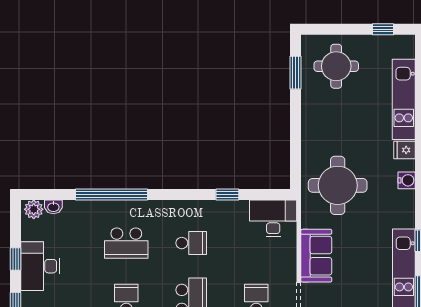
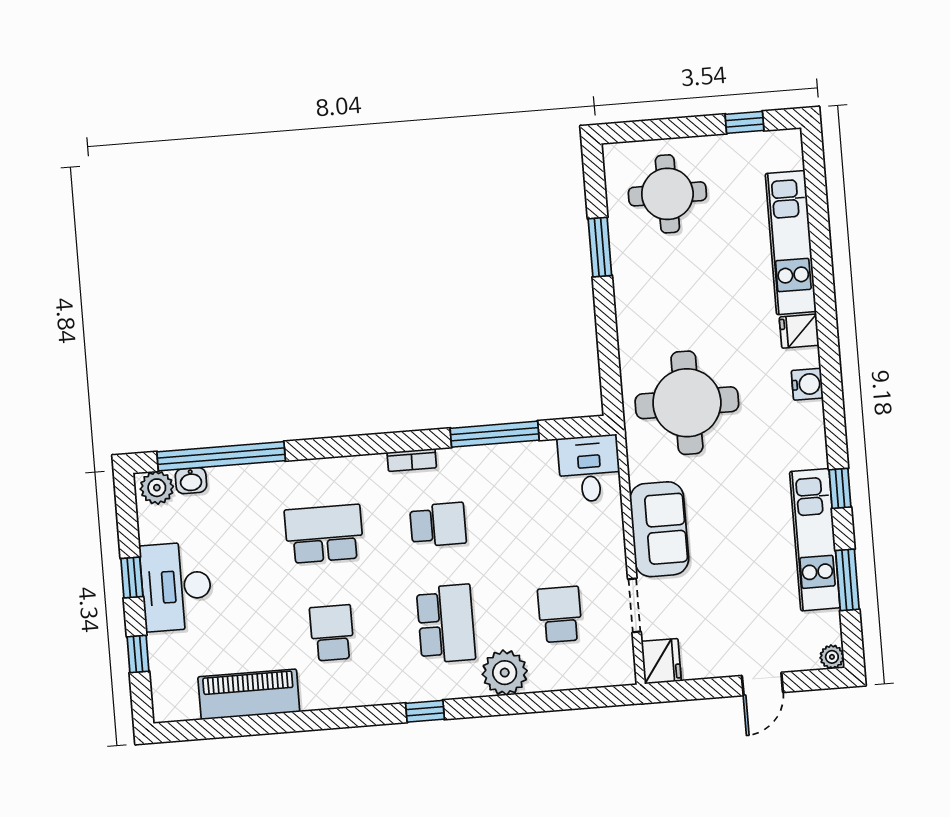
window: (296, 73) -> (600, 247), moved
window: (111, 194) -> (221, 456), moved
window: (227, 194) -> (495, 434), width x2.17
bookcase: (179, 205) -> (412, 460), added
desk: (273, 218) -> (589, 469), width x0.73
school desk: (126, 243) -> (324, 534), turned 180

